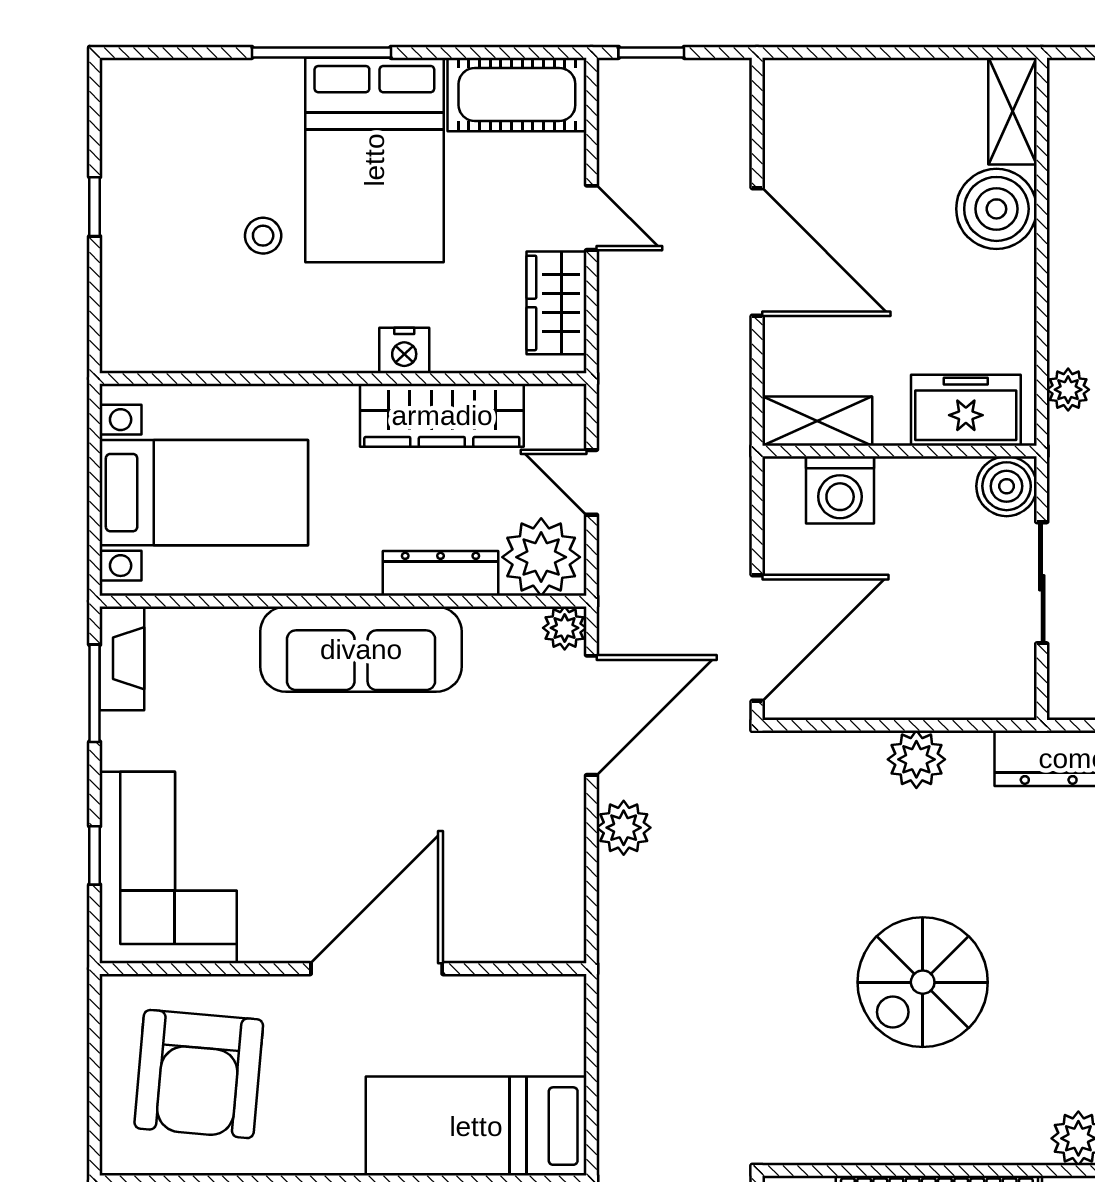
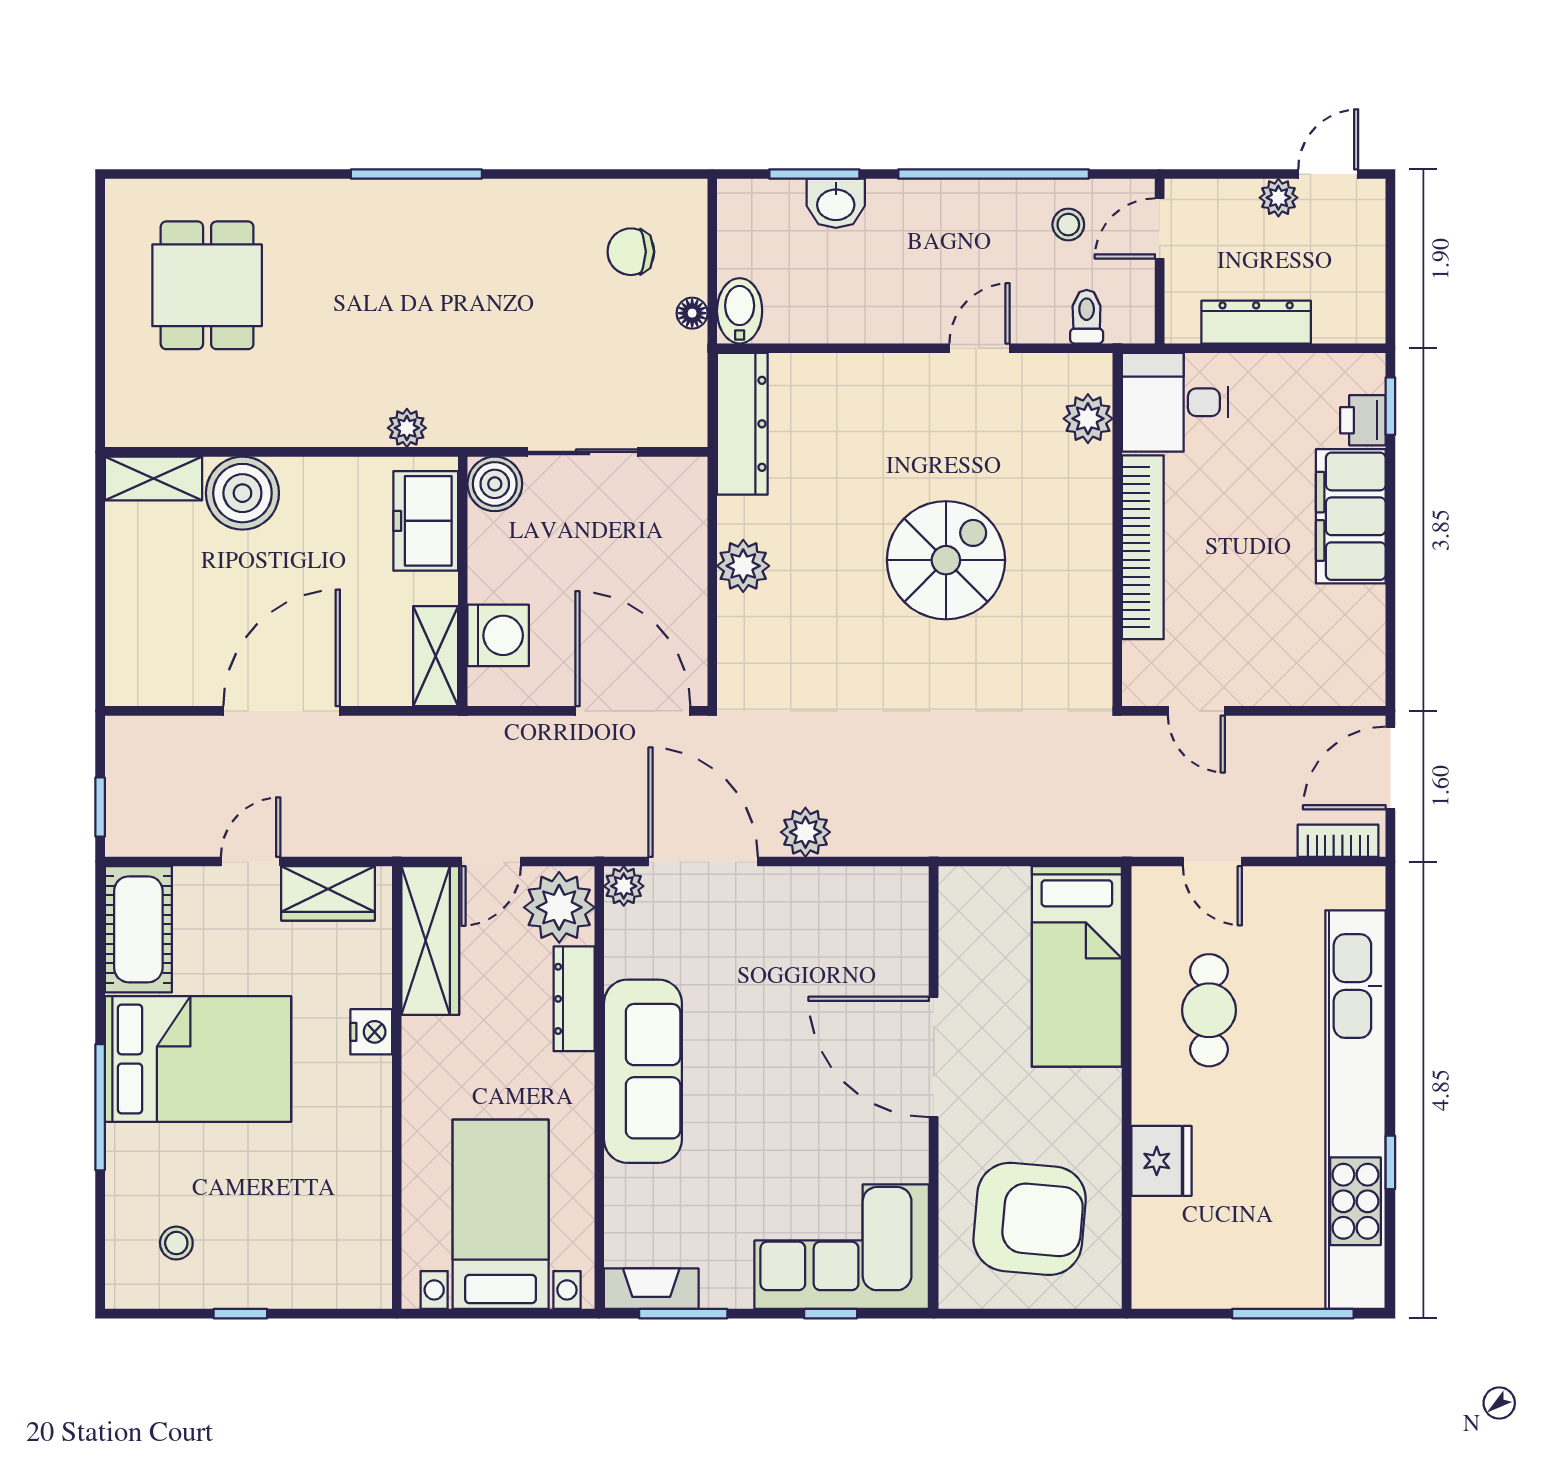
stool: (263, 236) -> (176, 1243), moved
wardrobe: (442, 415) -> (430, 941), moved
spiral stairs: (923, 982) -> (946, 560), turned -90

